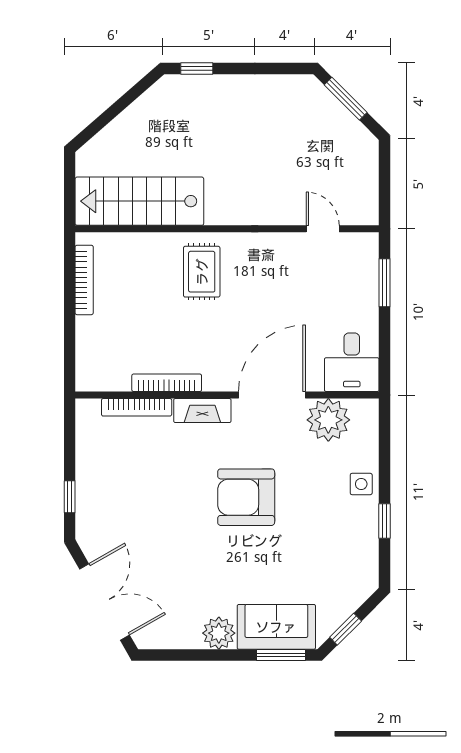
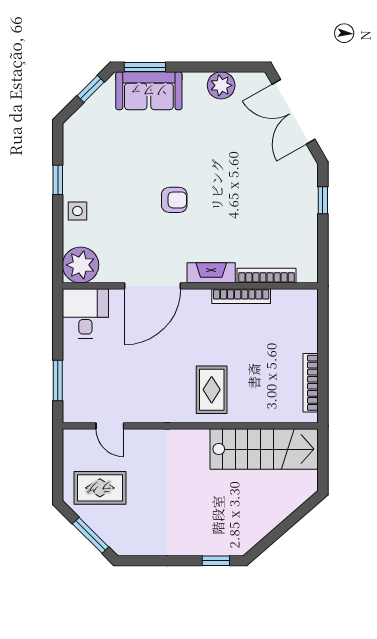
rug: (334, 155) -> (100, 488), added
plant: (328, 420) -> (81, 265), moved
armchair: (246, 497) -> (174, 200), width x0.53, depth x0.53
plant: (219, 633) -> (221, 85), moved

